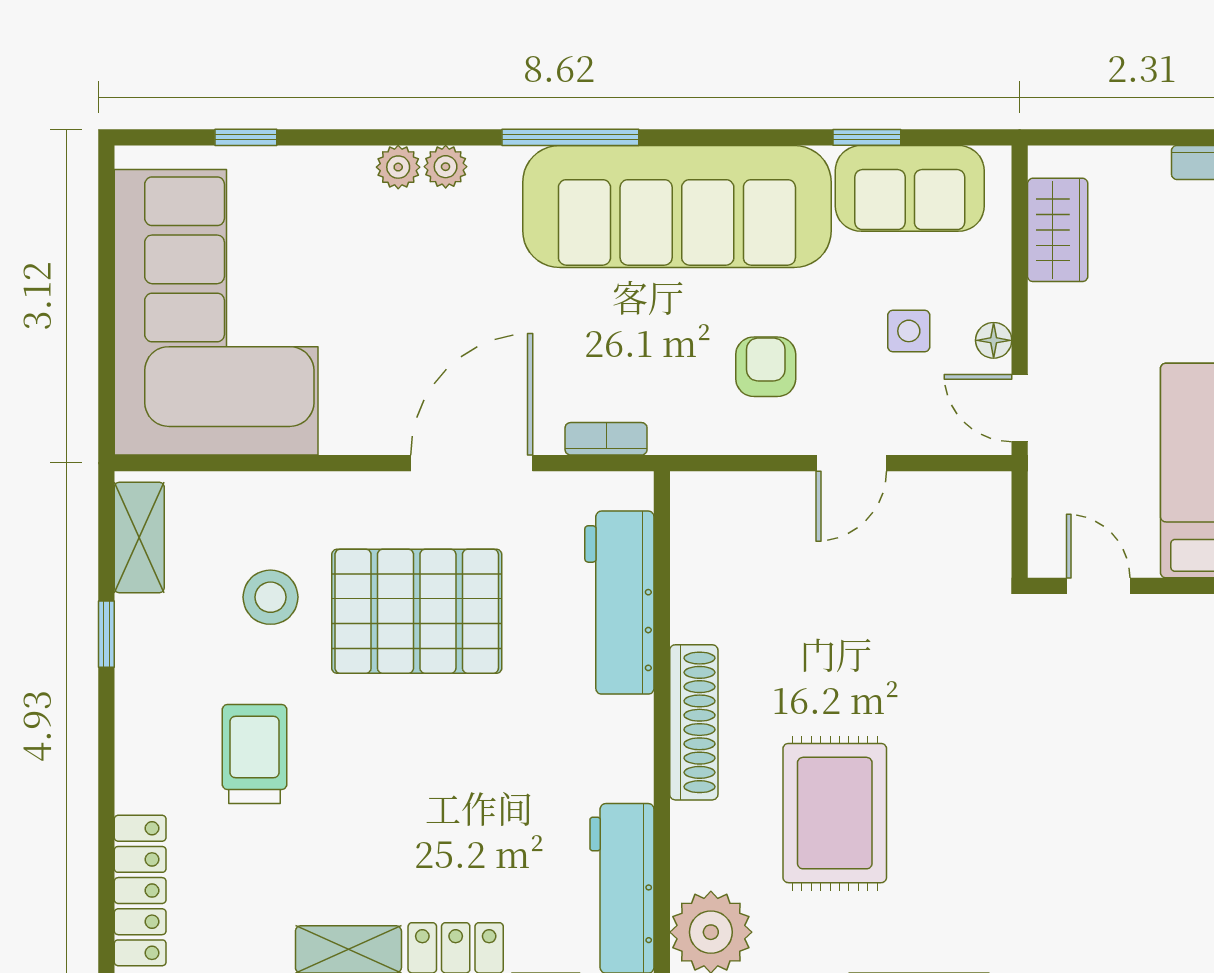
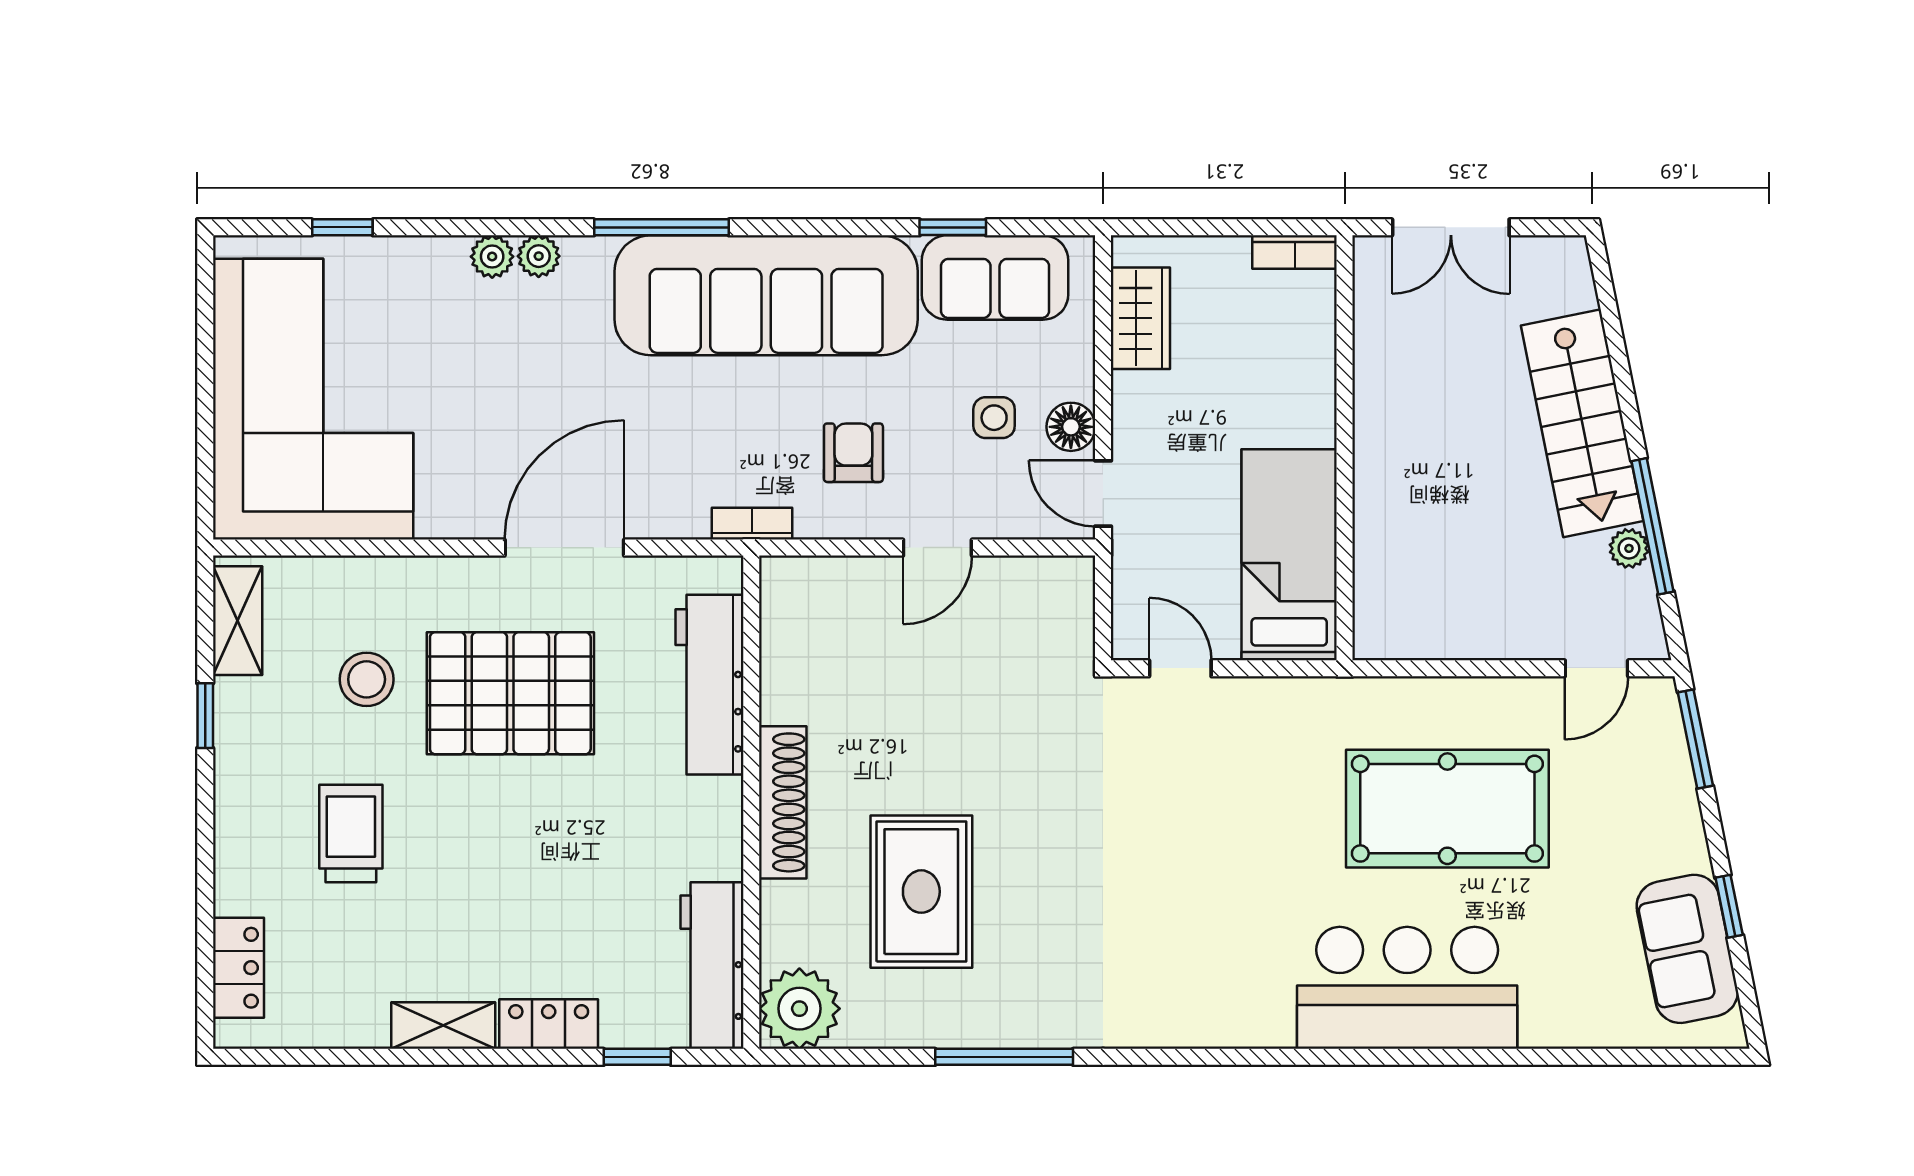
floor lamp: (994, 340) -> (1071, 427), width x1.37, depth x1.37
bookcase: (606, 439) -> (752, 524), moved
locker: (140, 891) -> (238, 968), width x0.66

